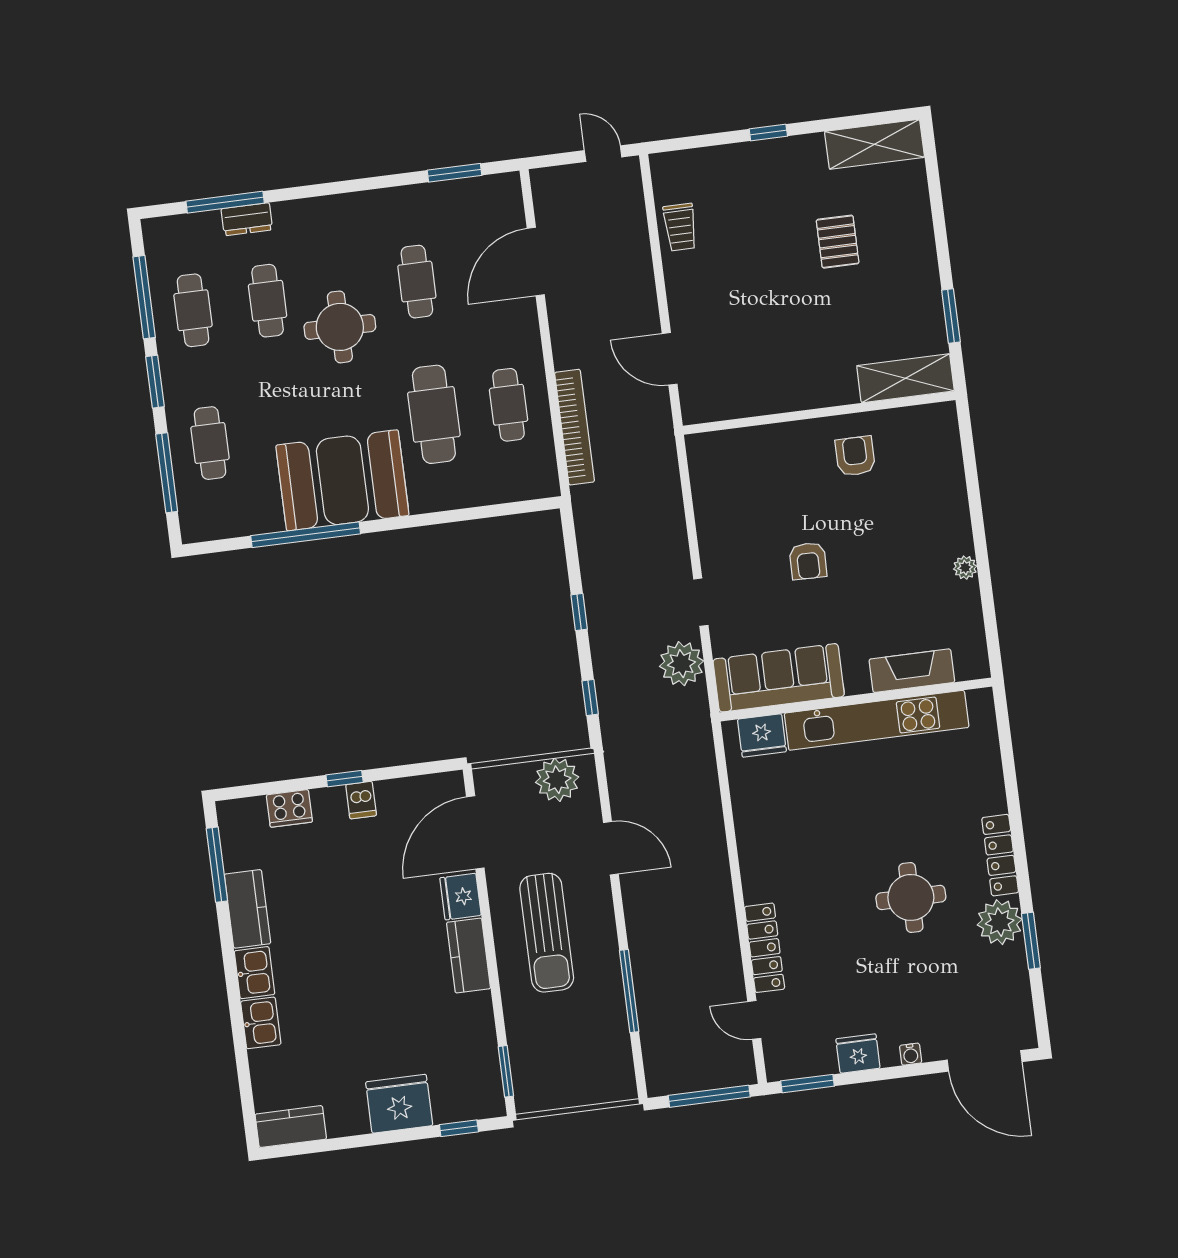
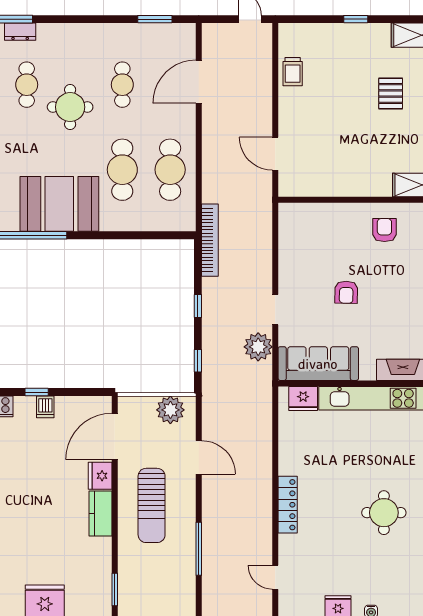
cafe table: (509, 405) -> (170, 170), width x1.37, depth x1.35
bookcase: (575, 427) -> (210, 240), moved
locker: (765, 948) -> (288, 505), moved

